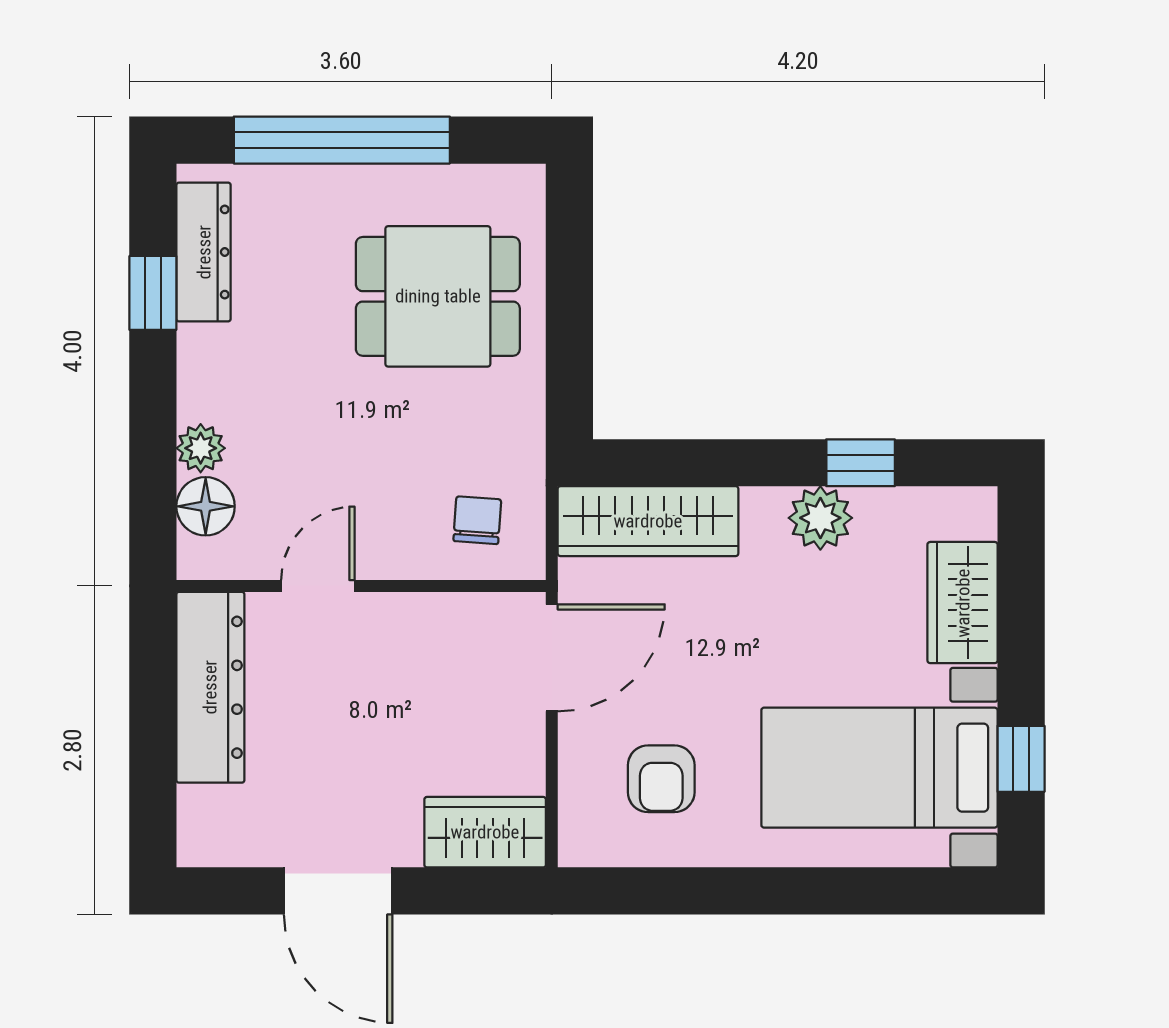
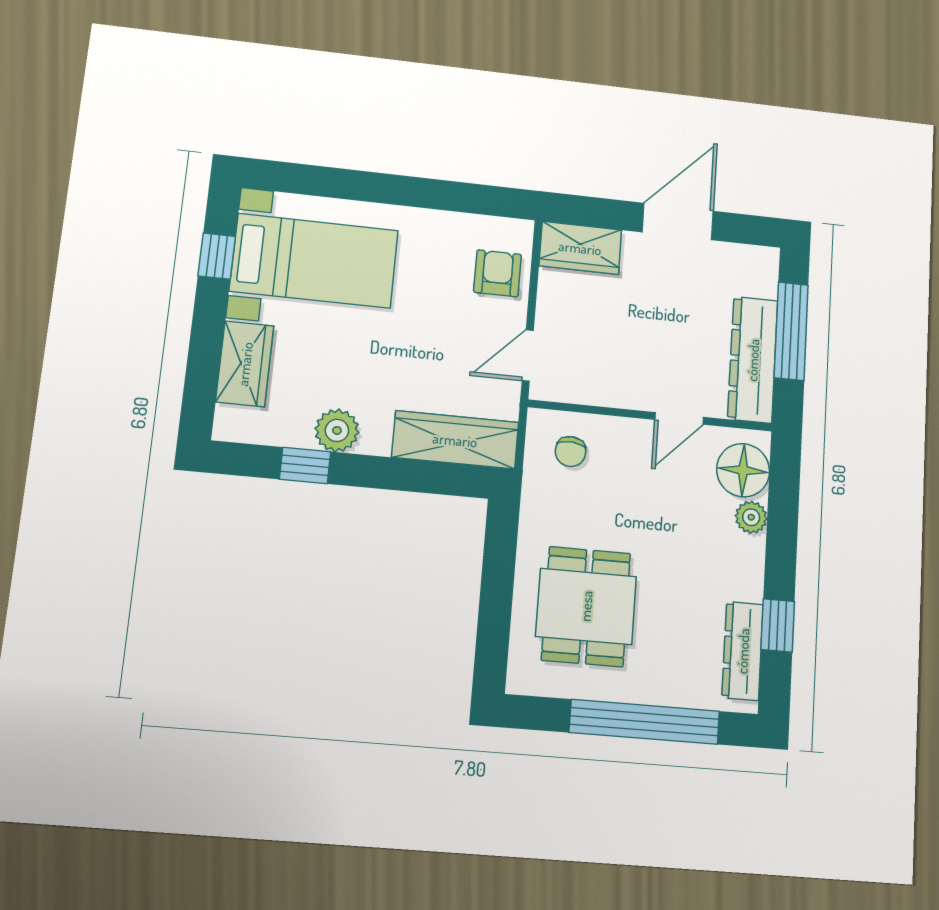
dining table: (438, 296) -> (586, 606), turned 90
floor lamp: (206, 506) -> (743, 470), width x1.38, depth x1.38
door: (552, 658) -> (528, 356), width x0.73
window: (153, 738) -> (791, 331), added
armchair: (661, 779) -> (498, 273), moved
door: (338, 891) -> (678, 221), hinge flipped

